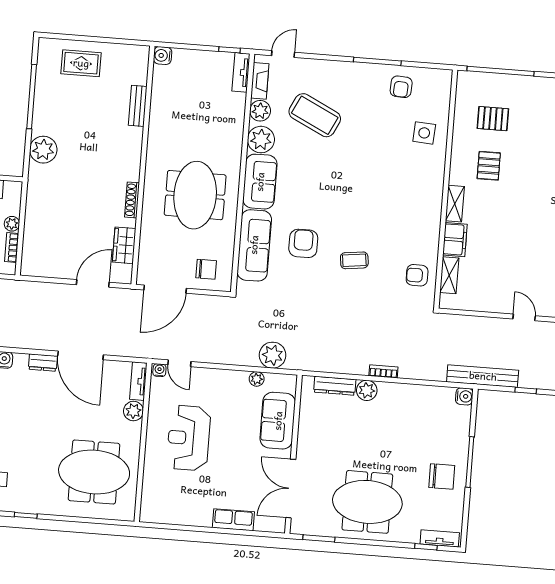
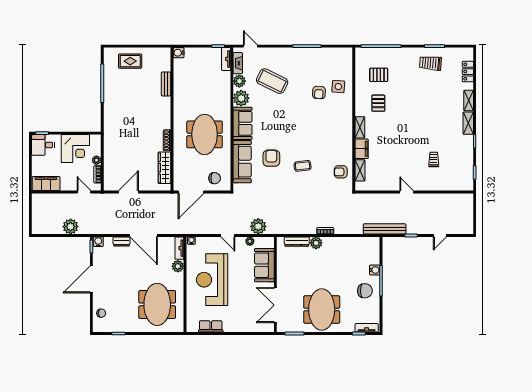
door: (283, 54) -> (250, 46), hinge flipped
armchair: (401, 87) -> (319, 93), moved
plant: (43, 150) -> (112, 114), removed
wardrobe: (124, 245) -> (164, 168), width x1.50
door: (93, 283) -> (128, 192), moved
door: (179, 363) -> (228, 236), moved
water cooler: (464, 396) -> (375, 270), moved
reception desk: (189, 438) -> (212, 280), width x1.36, depth x1.30
meeting table: (94, 472) -> (157, 304), turned 90
meeting table: (367, 502) -> (322, 309), turned 90
row of seats: (233, 520) -> (211, 326), moved

